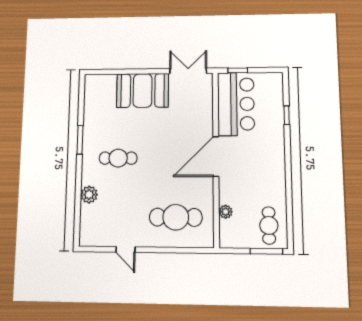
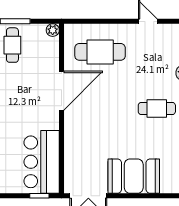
door: (216, 156) -> (61, 91), moved
plant: (226, 212) -> (53, 30), moved

